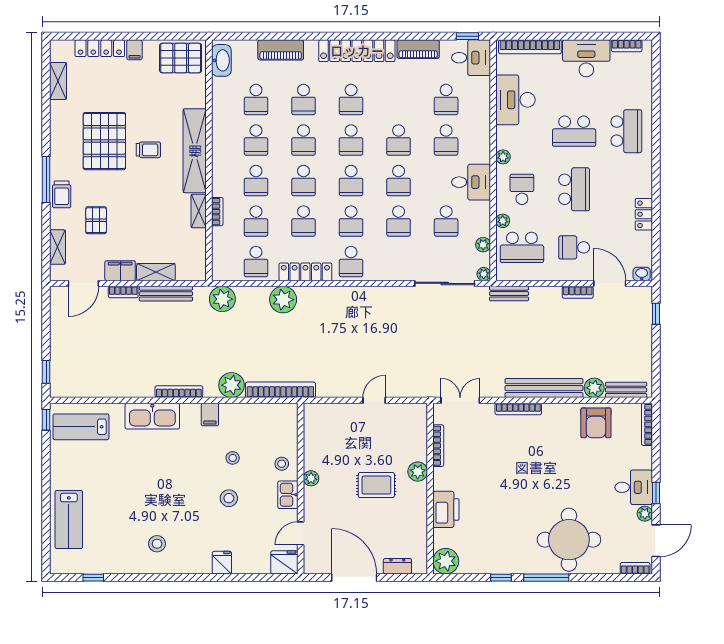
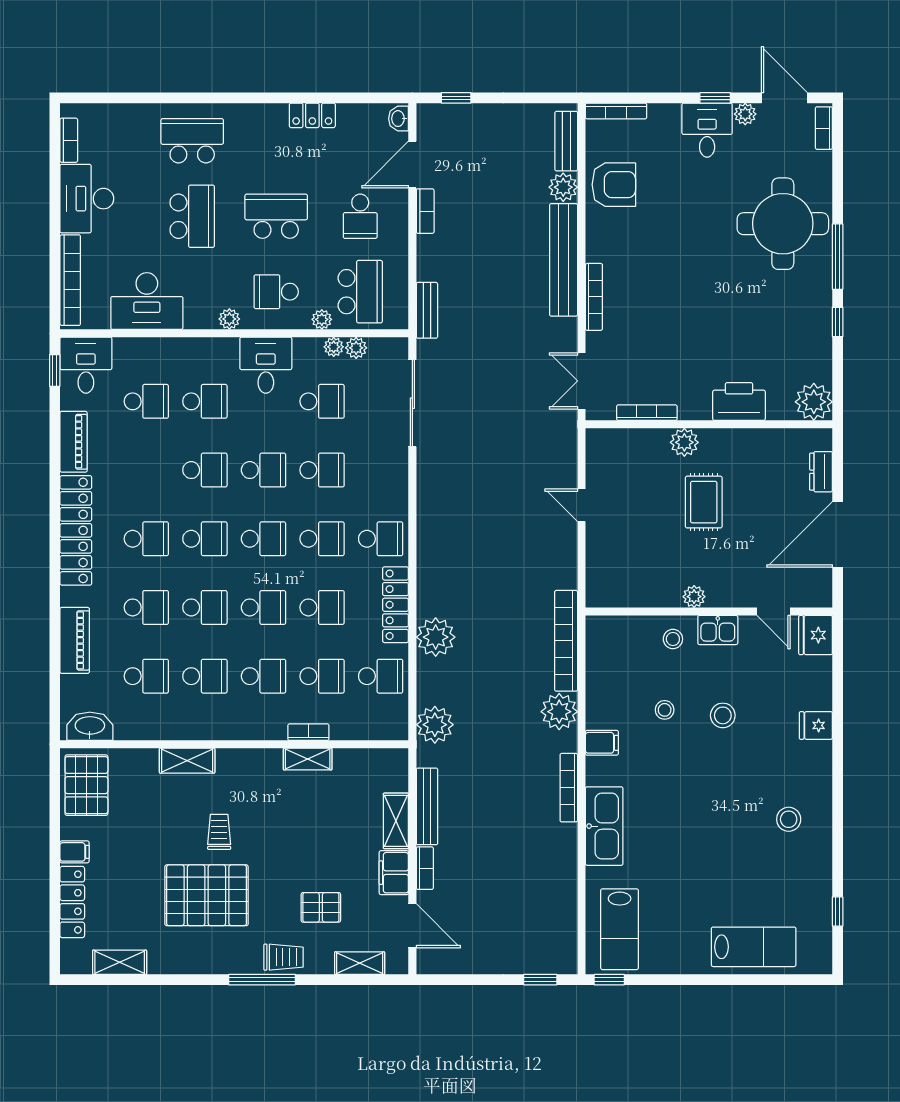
shelving: (195, 151) -> (187, 761), width x0.45, depth x0.75
plant: (484, 274) -> (334, 347), moved

